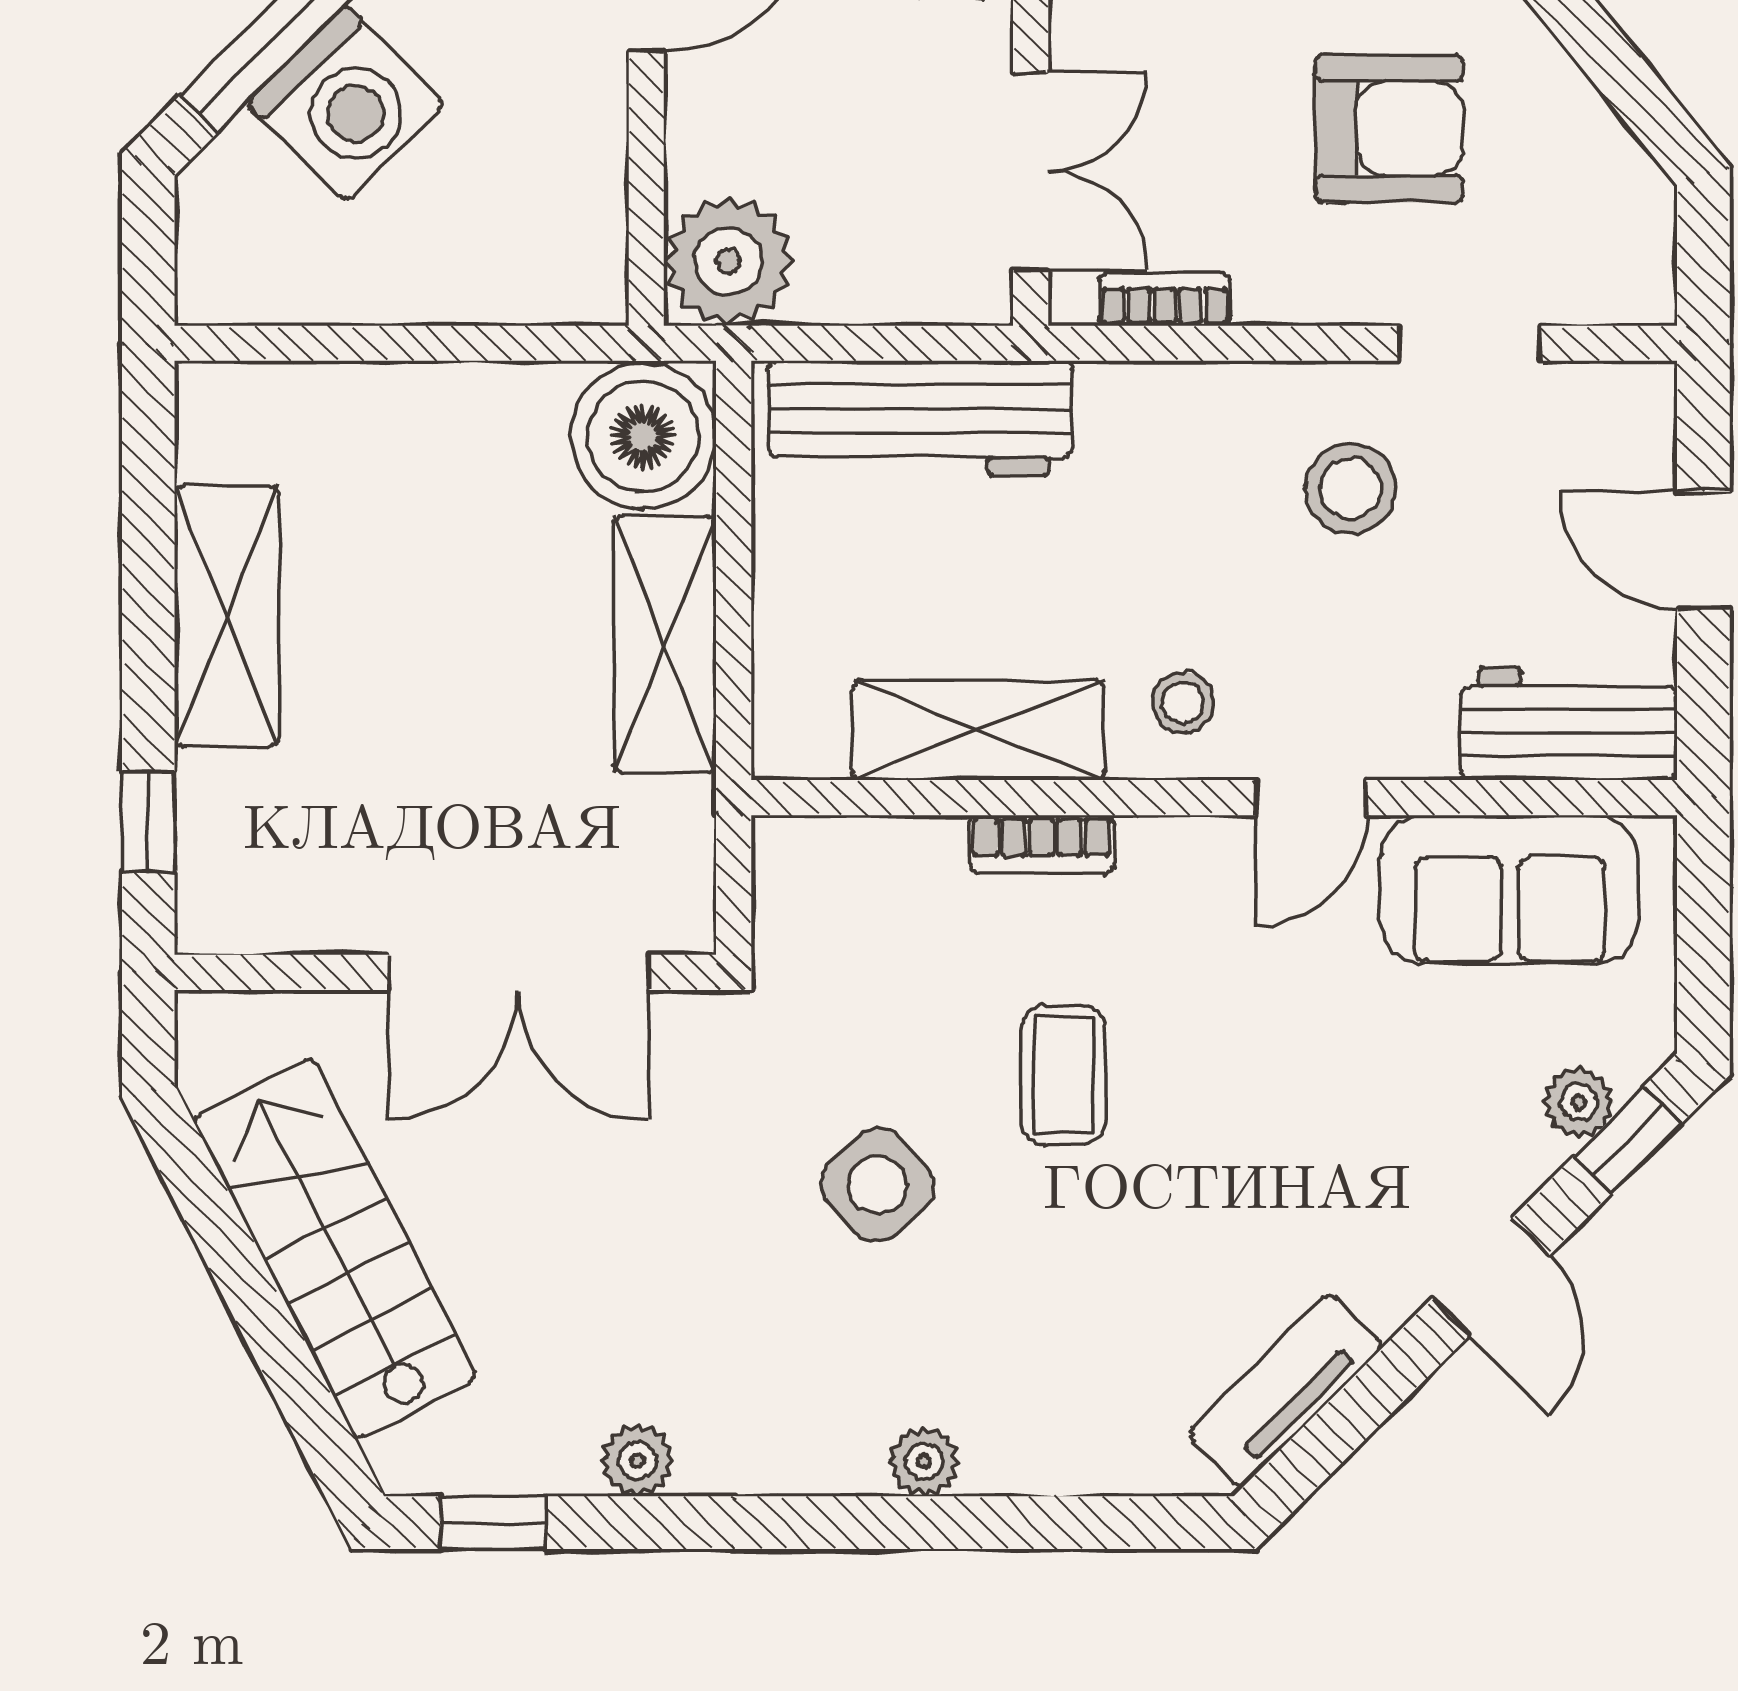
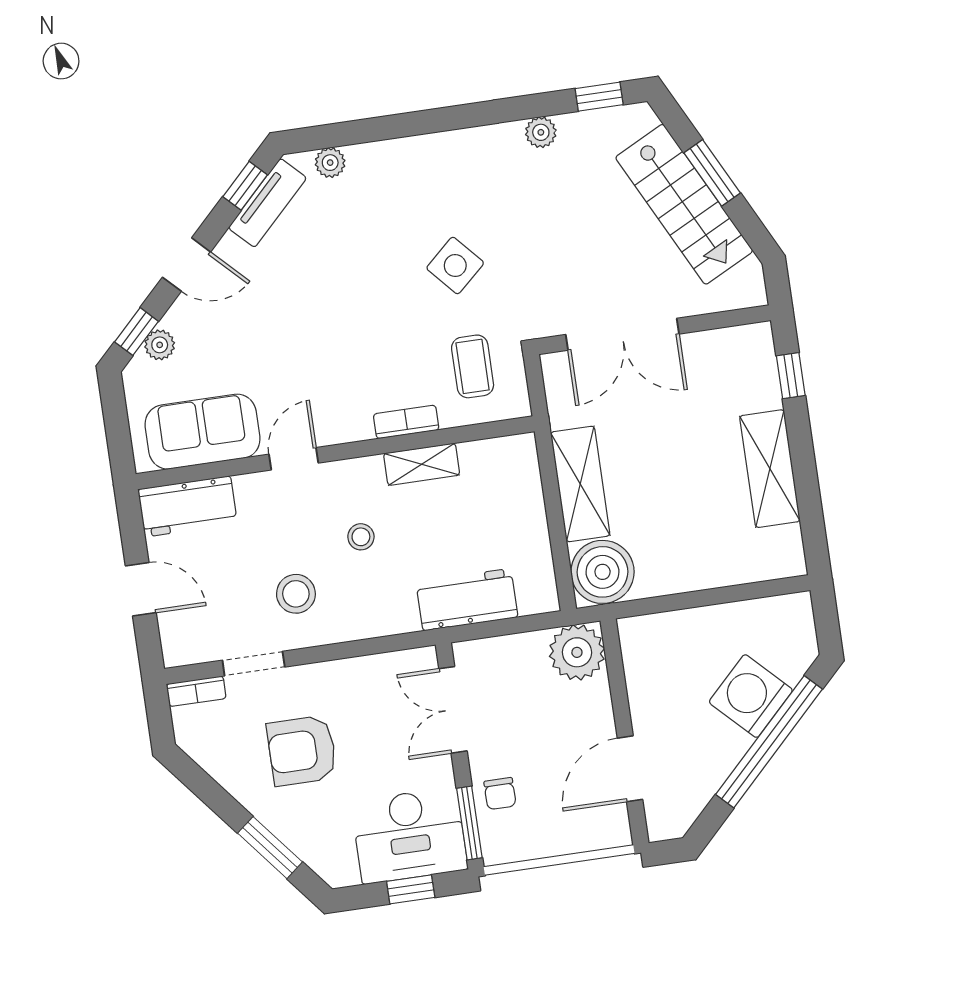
bookcase: (1165, 299) -> (196, 691), moved
workbench: (920, 418) -> (467, 600), width x0.73
stool: (1183, 702) -> (361, 537), moved
shelving: (978, 730) -> (422, 464), width x0.67, depth x0.75
double door: (519, 972) -> (622, 334), swing flipped
coffee table: (1063, 1075) -> (473, 366), moved
door: (1491, 1277) -> (186, 265), swing flipped
window: (260, 1311) -> (712, 173), added
window: (1330, 1437) -> (245, 186), added
plant: (924, 1462) -> (330, 163), moved

